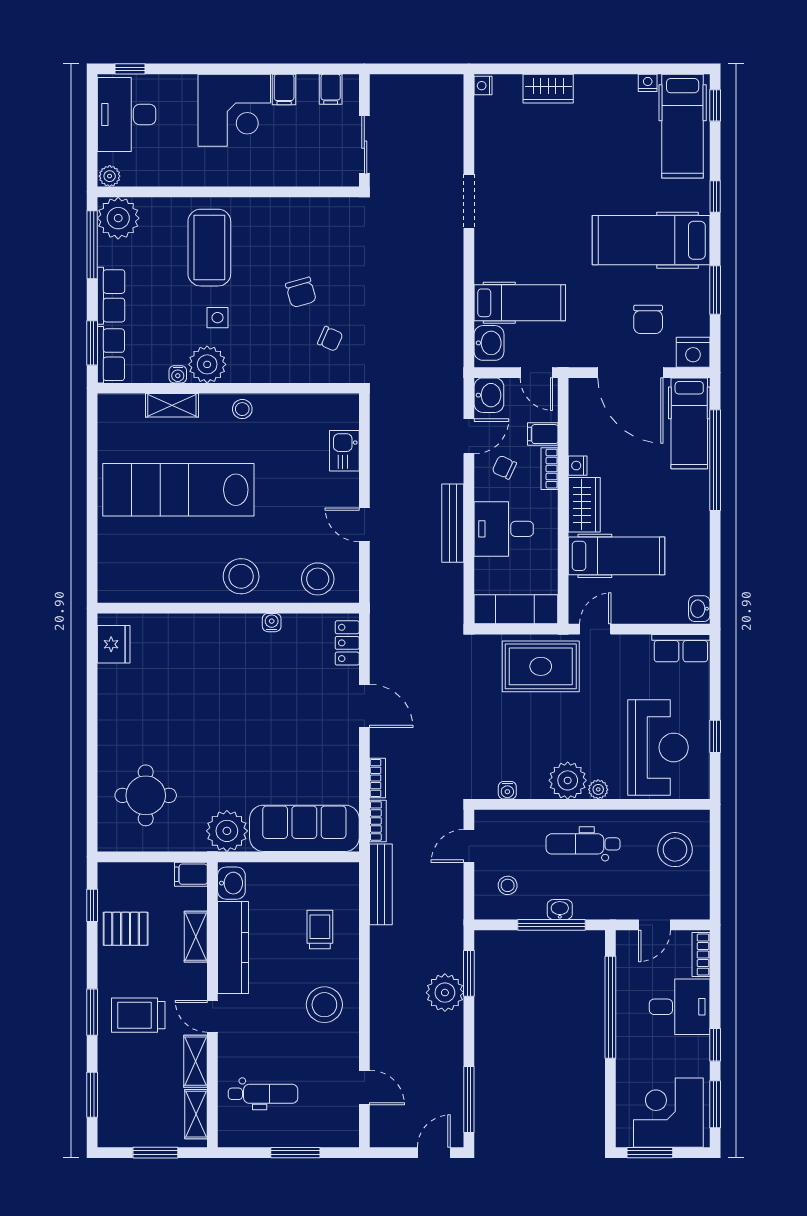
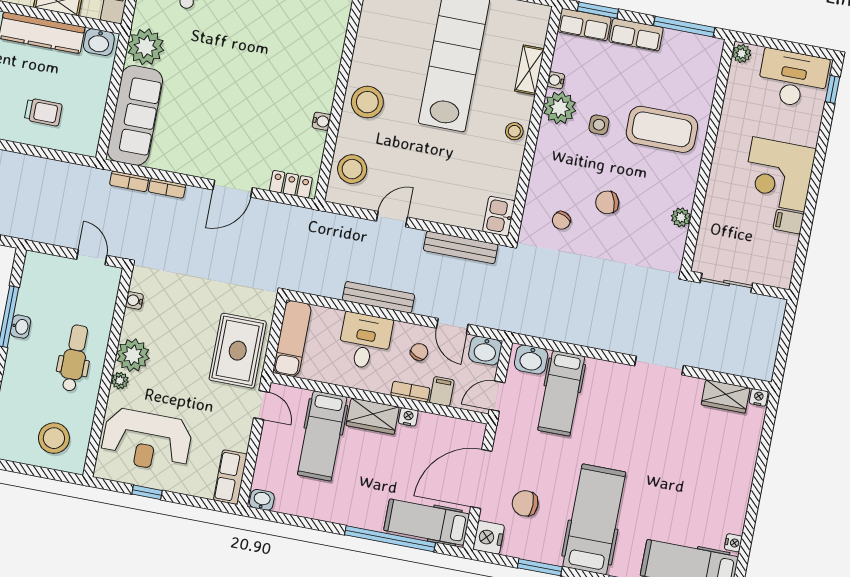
filing cabinet: (331, 89) -> (781, 263), removed
wardrobe: (548, 89) -> (726, 396), moved, turned -90
plant: (118, 218) -> (681, 217), moved, width x0.53, depth x0.53
kitchen sink: (344, 451) -> (499, 216), moved, turned -90
bench: (381, 884) -> (461, 247), moved
stool: (508, 885) -> (51, 285), removed

